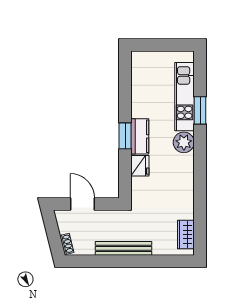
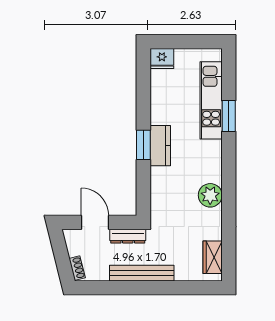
plant: (184, 142) -> (210, 195), moved
fridge: (140, 166) -> (162, 58), moved, turned 90
dresser: (111, 216) -> (128, 236), added

